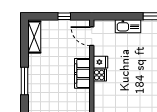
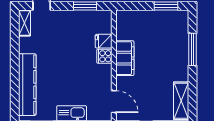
fridge: (101, 62) -> (104, 41), moved

